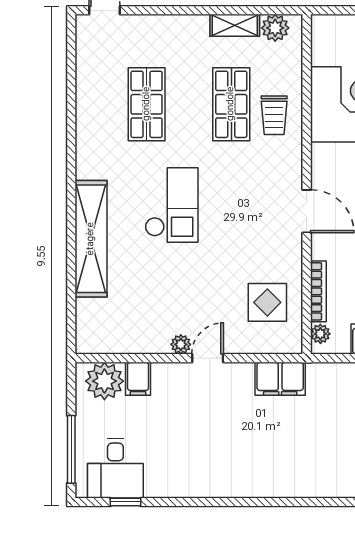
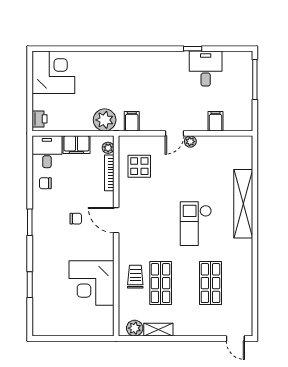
filing cabinet: (280, 379) -> (132, 121), width x0.50
plant: (104, 381) -> (105, 120), moved
desk: (115, 468) -> (206, 69), moved
window: (126, 502) -> (193, 49), moved

